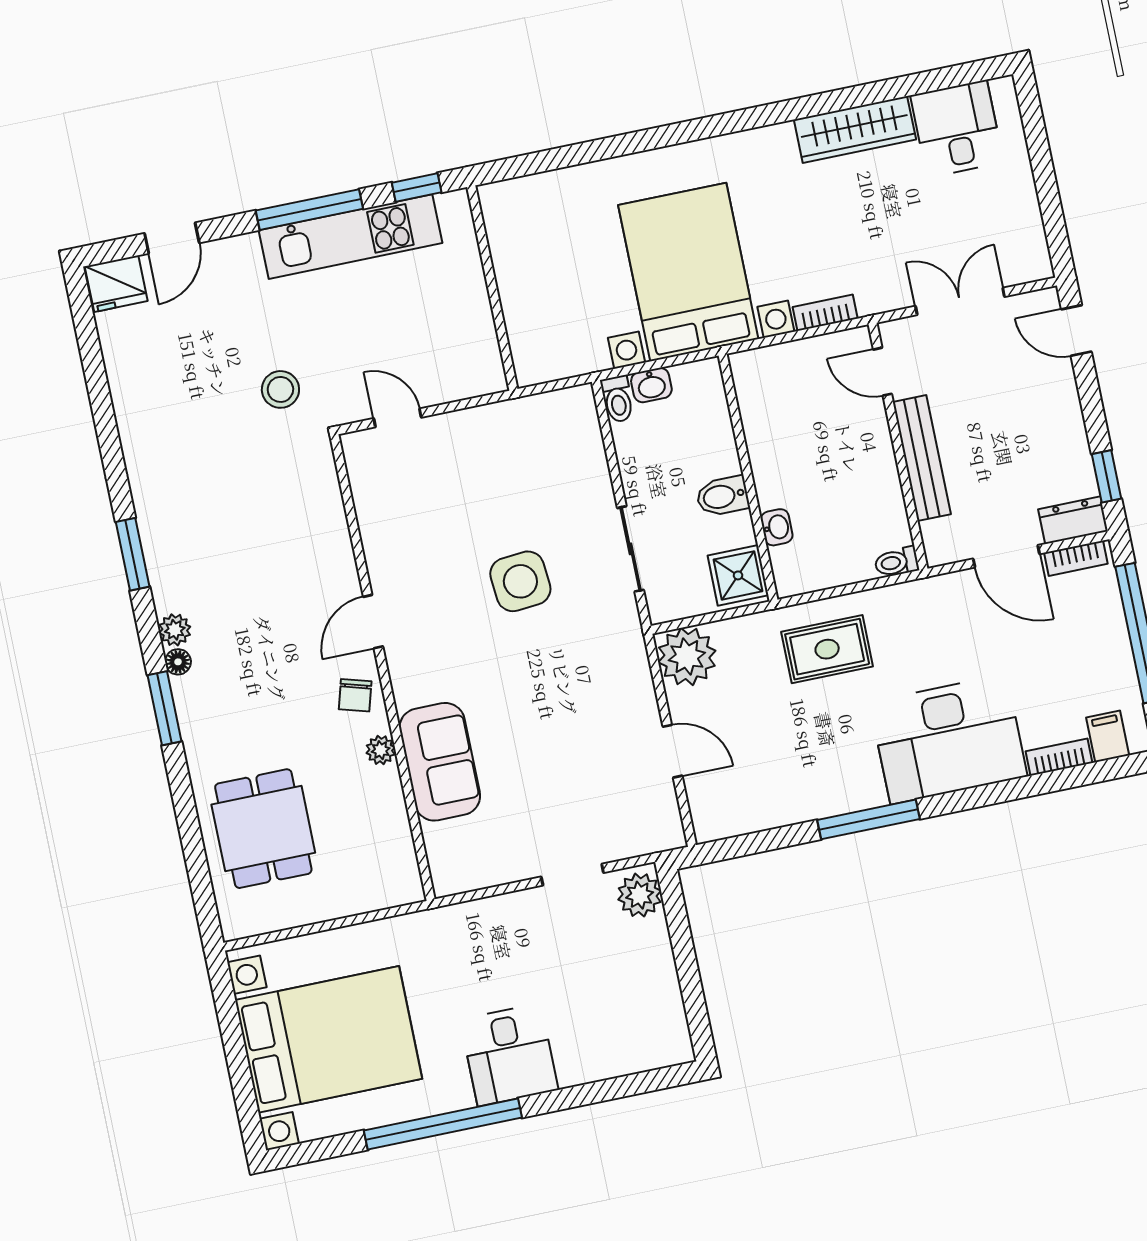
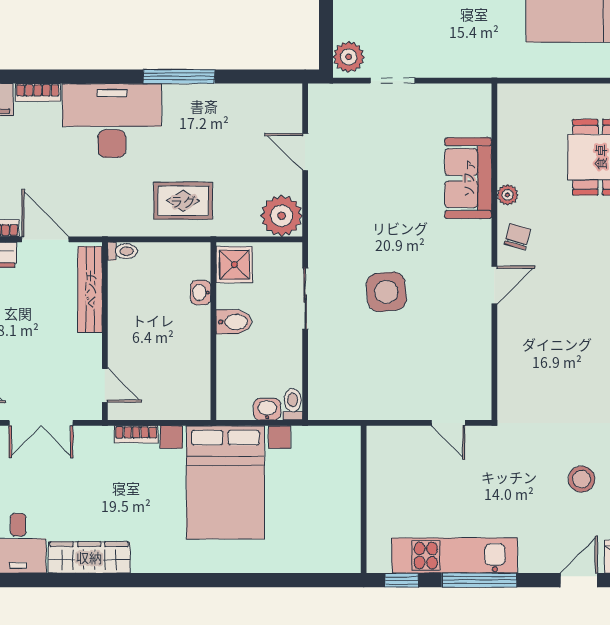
stool: (280, 389) -> (582, 479), moved
bench: (922, 458) -> (90, 289), moved

